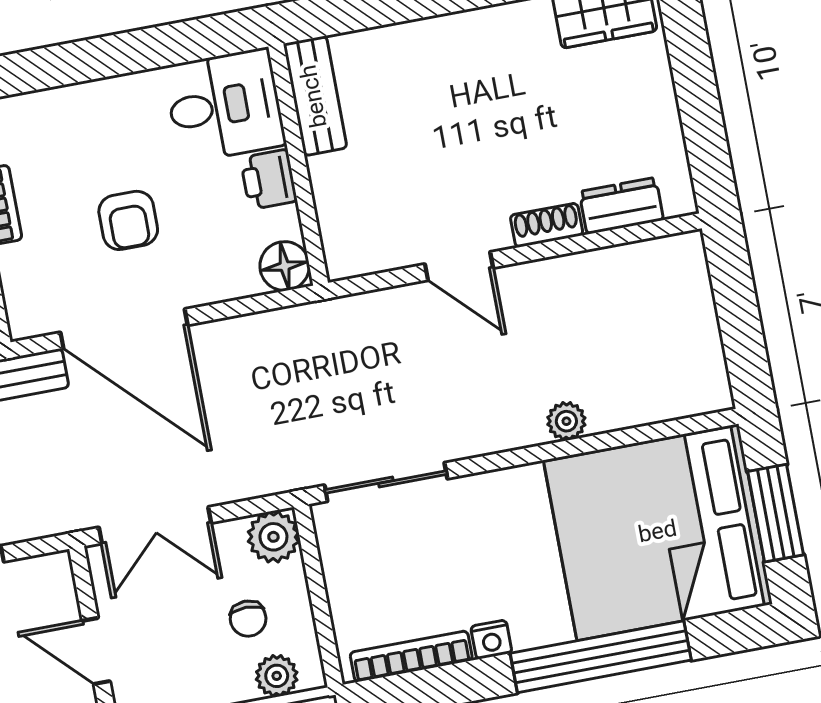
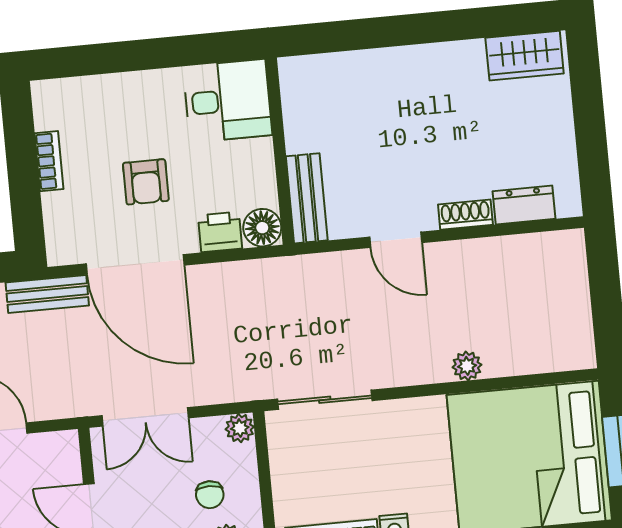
bench: (315, 96) -> (307, 198), moved
printer: (269, 179) -> (220, 232), moved, turned 90
plant: (273, 537) -> (240, 428), width x0.73, depth x0.73

